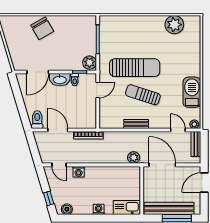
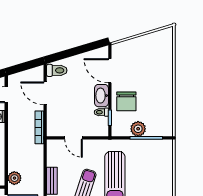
chair: (42, 28) -> (126, 101), moved, turned -60
plant: (89, 63) -> (138, 129), moved
door: (98, 90) -> (73, 138), moved
door: (58, 130) -> (45, 93), swing flipped

